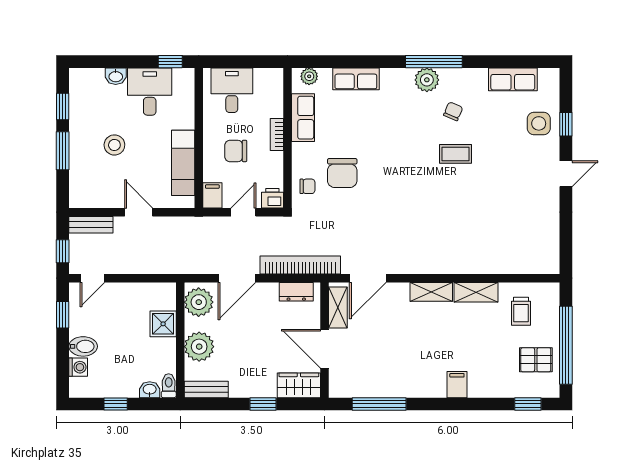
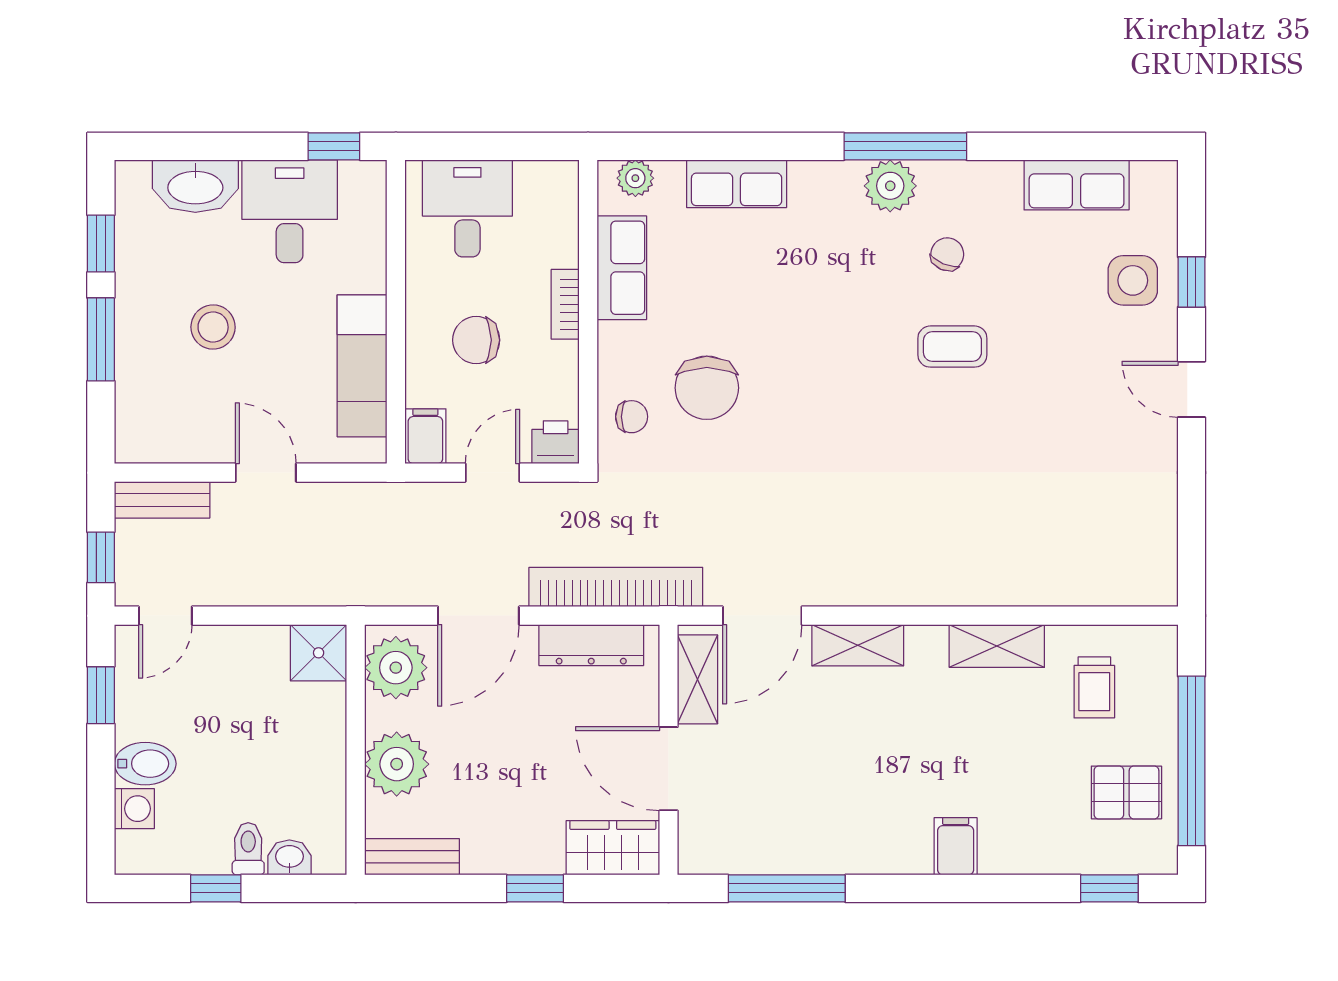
washbasin: (116, 76) -> (195, 186), width x1.91, depth x1.45
door: (566, 174) -> (1192, 389), swing flipped
dresser: (296, 292) -> (591, 645), width x1.44
shelving: (431, 292) -> (858, 645), moved
shower: (163, 324) -> (319, 653), moved
toilet: (169, 386) -> (248, 849), moved

